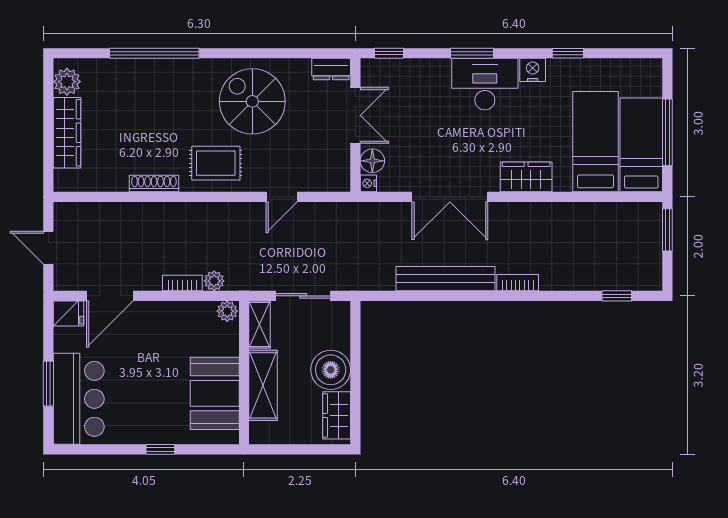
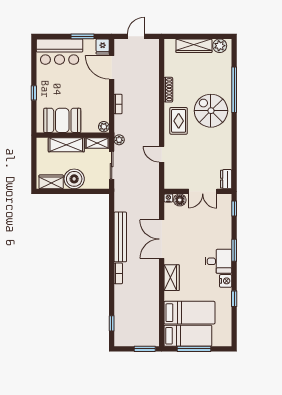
desk: (485, 84) -> (218, 261), width x0.73
spiral stairs: (252, 101) -> (211, 111), moved, turned -90
plant: (214, 281) -> (119, 140), moved
window: (48, 384) -> (82, 36), moved

